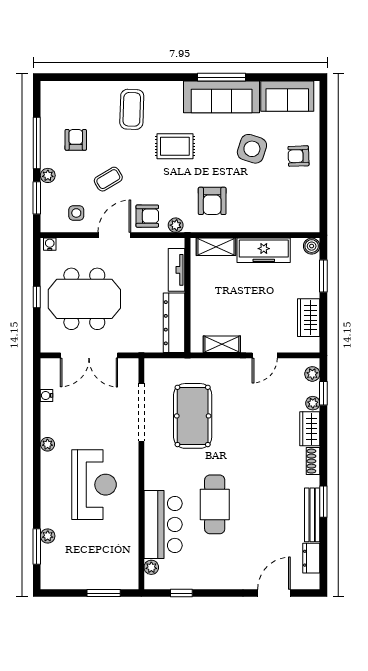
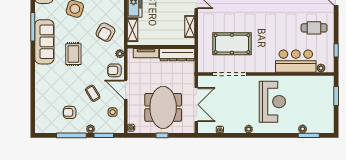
sofa: (222, 97) -> (44, 42), moved
coffee table: (132, 109) -> (52, 79), removed
armchair: (212, 201) -> (106, 32), turned 120
armchair: (147, 216) -> (114, 70), turned -90
reception desk: (94, 485) -> (272, 102), turned 90
cafe table: (215, 504) -> (314, 28), moved, width x0.73, depth x0.74

